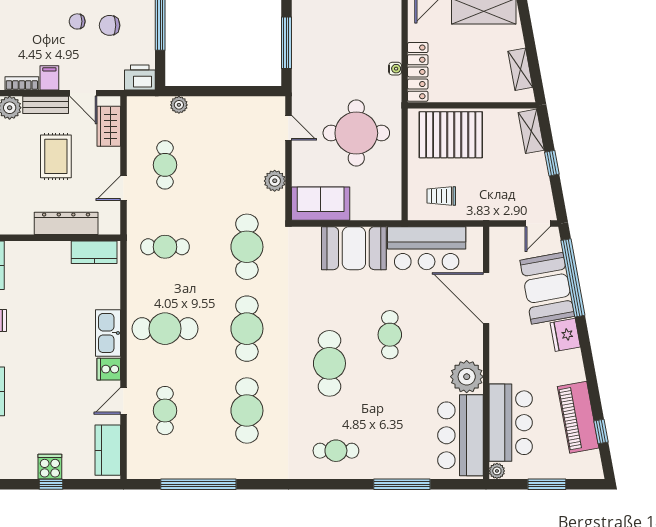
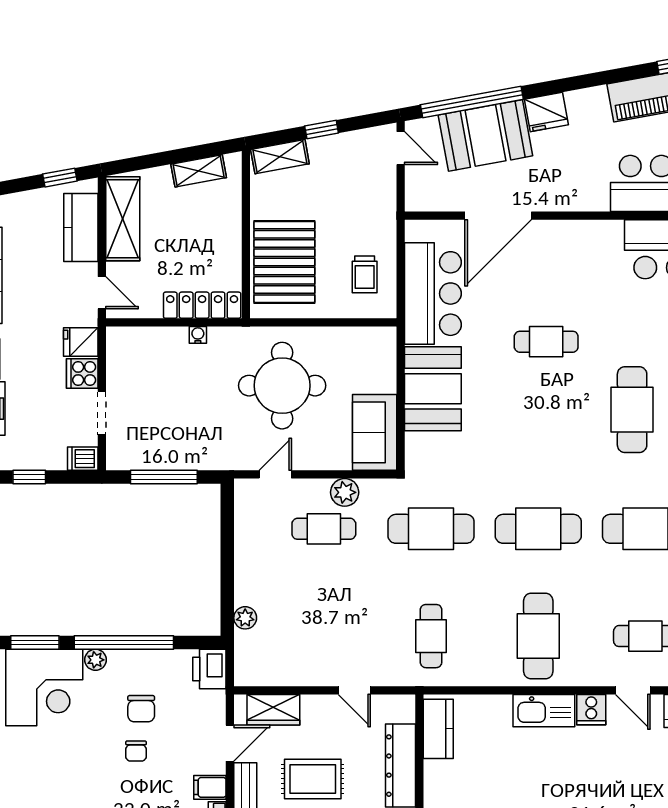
cafe table: (165, 165) -> (324, 529), moved
cafe table: (329, 363) -> (632, 410), moved, turned 90
plant: (467, 377) -> (601, 241), removed

